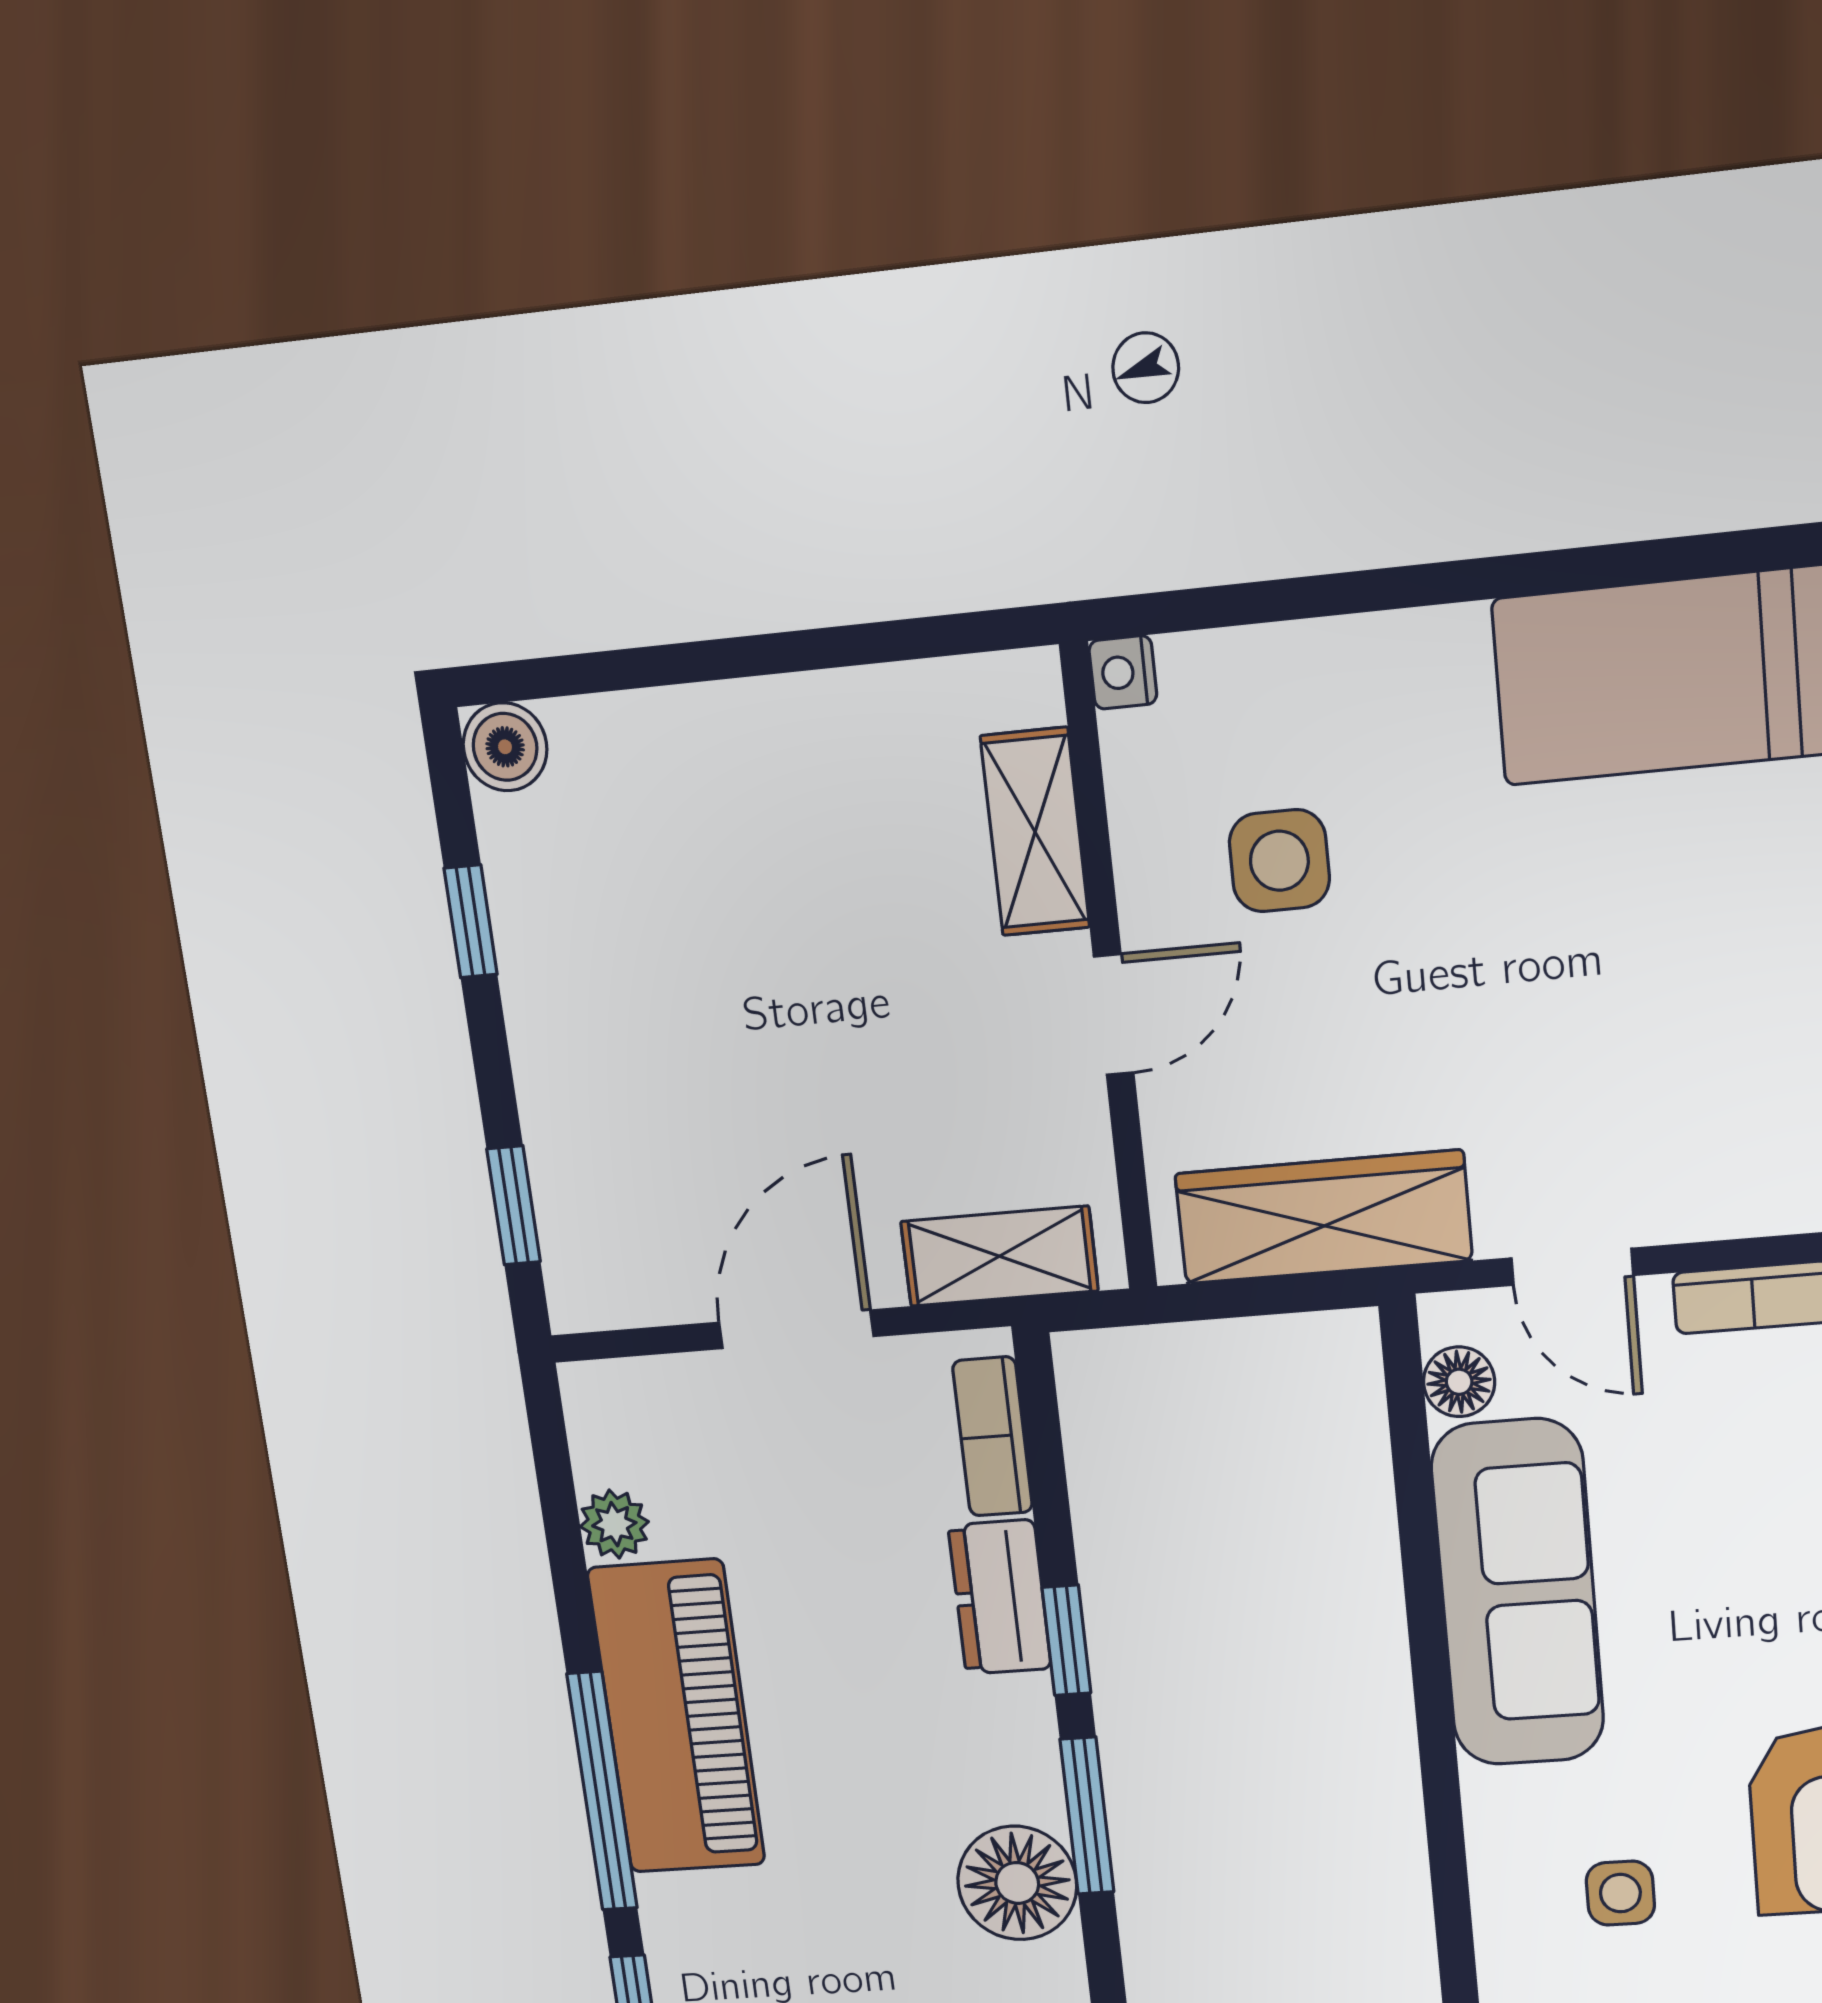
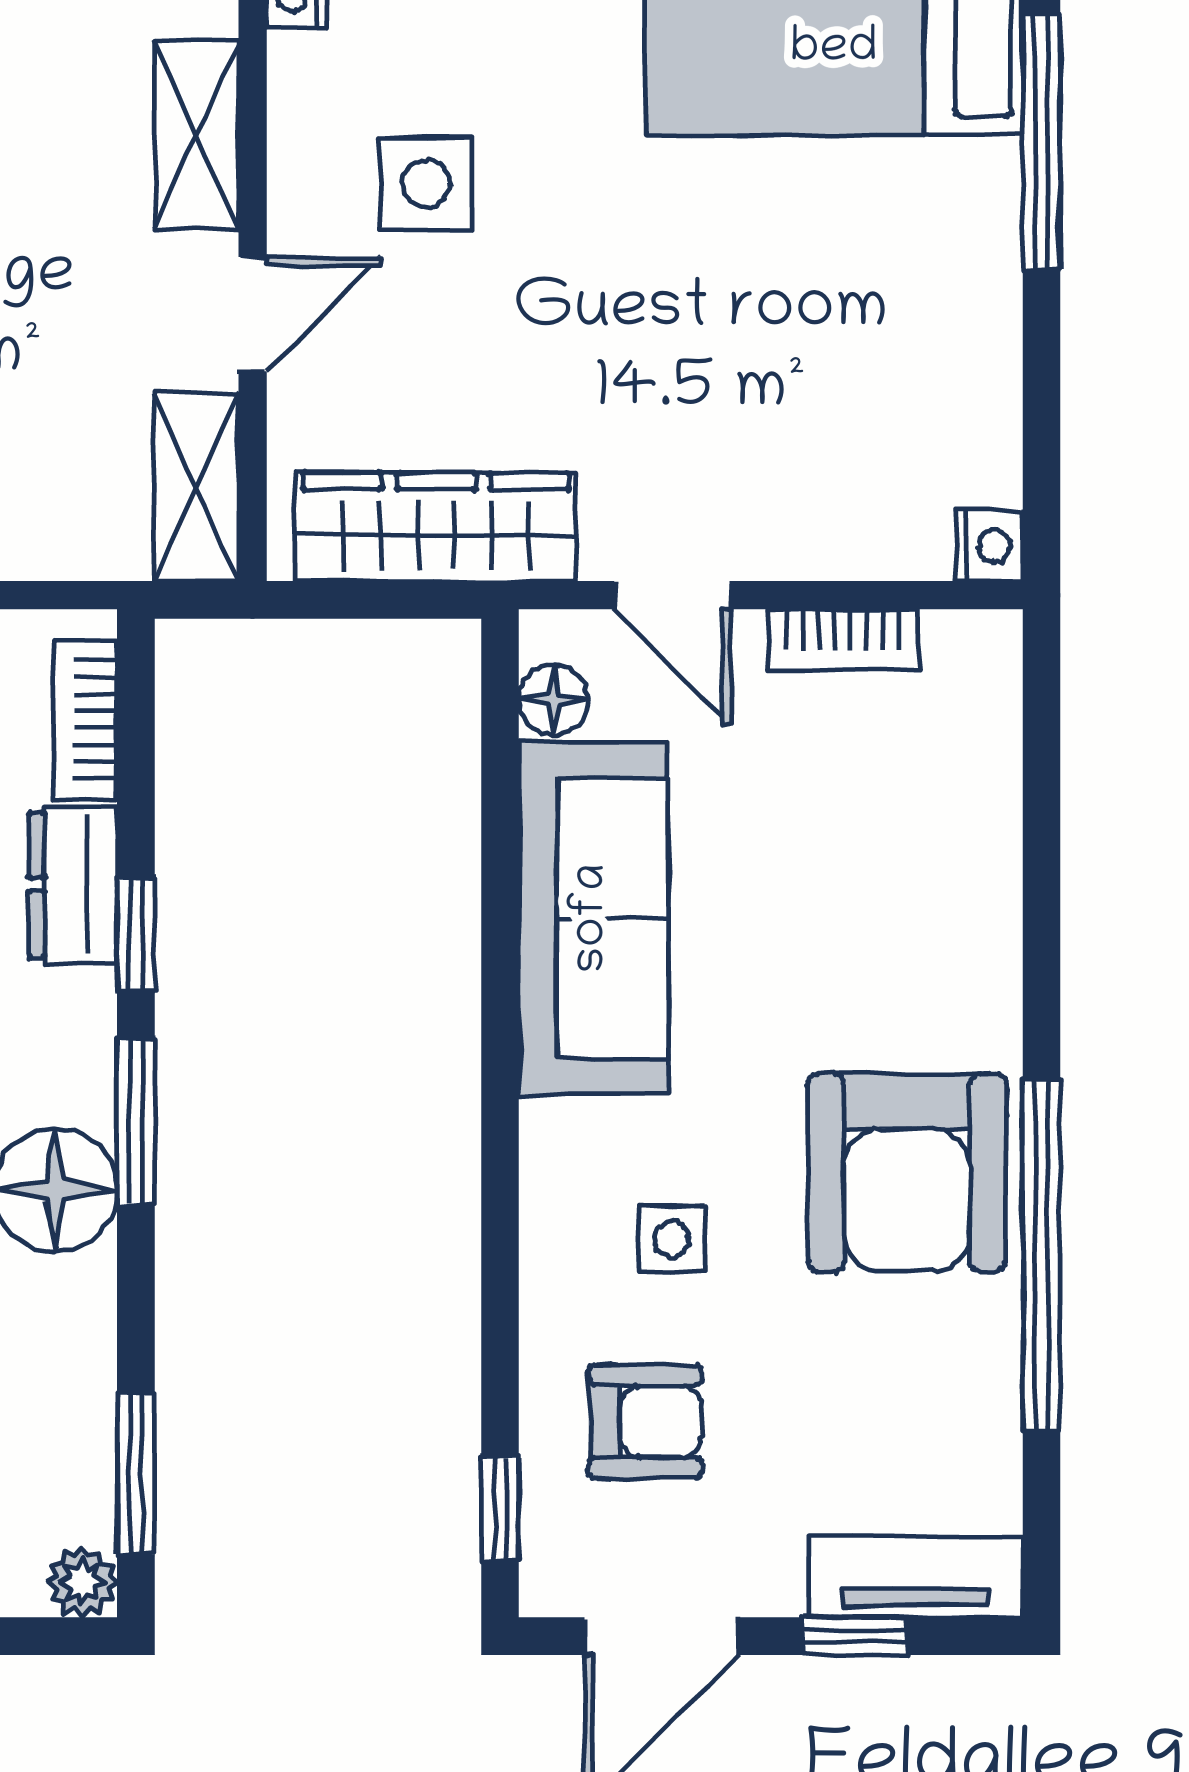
shelving: (999, 1256) -> (196, 487), moved, turned 90

